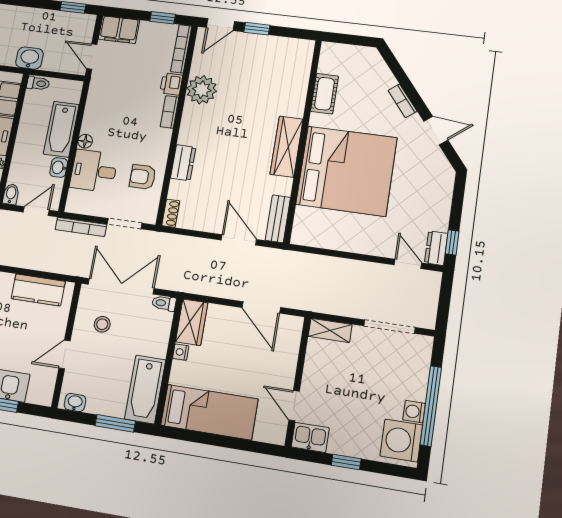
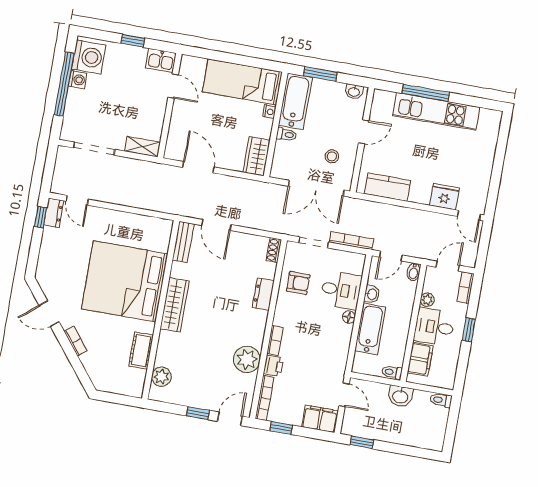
plant: (300, 66) -> (161, 377), added
toilet: (164, 303) -> (287, 135), moved
nightstand: (181, 352) -> (269, 112), moved

